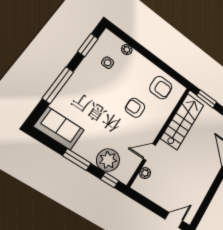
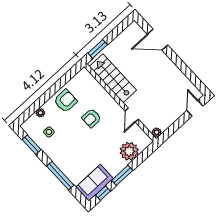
armchair: (161, 88) -> (65, 101), moved
plant: (145, 173) -> (157, 132), moved
window: (110, 180) -> (103, 193), moved

